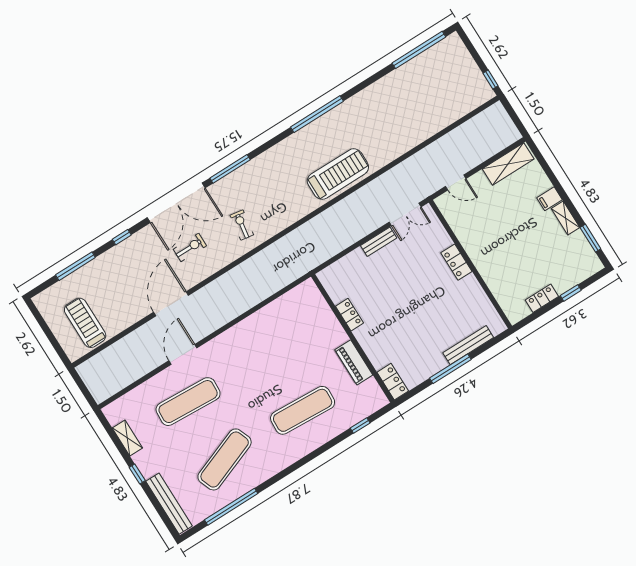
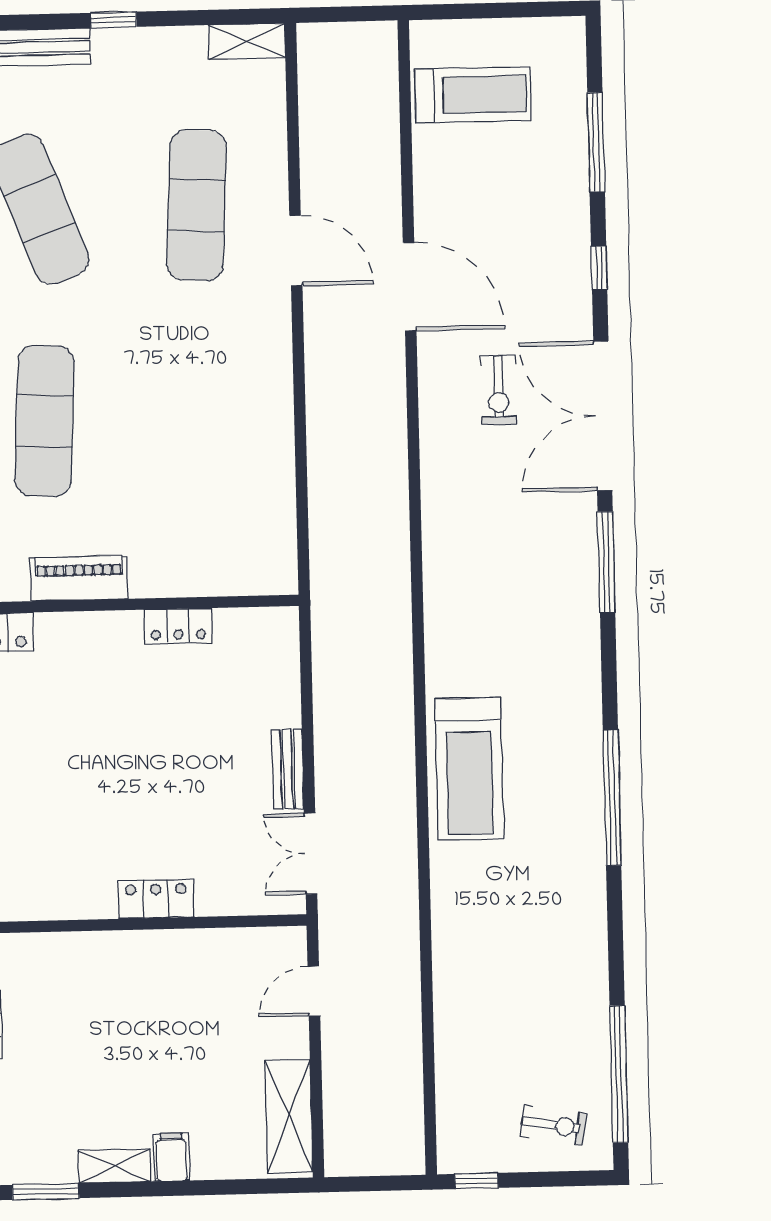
exercise bike: (242, 225) -> (554, 1125), moved
shelving: (127, 438) -> (247, 41), moved

